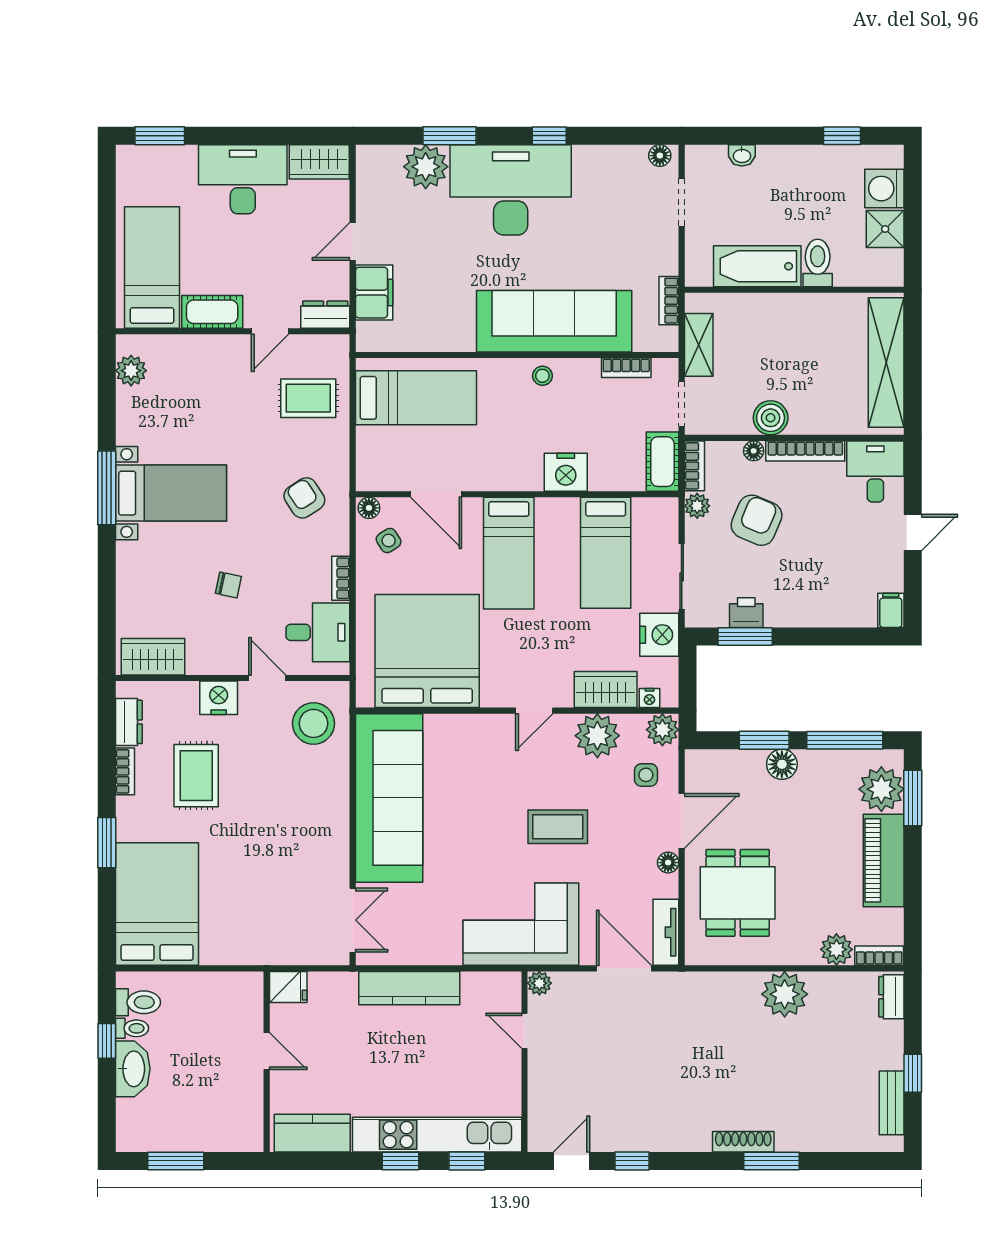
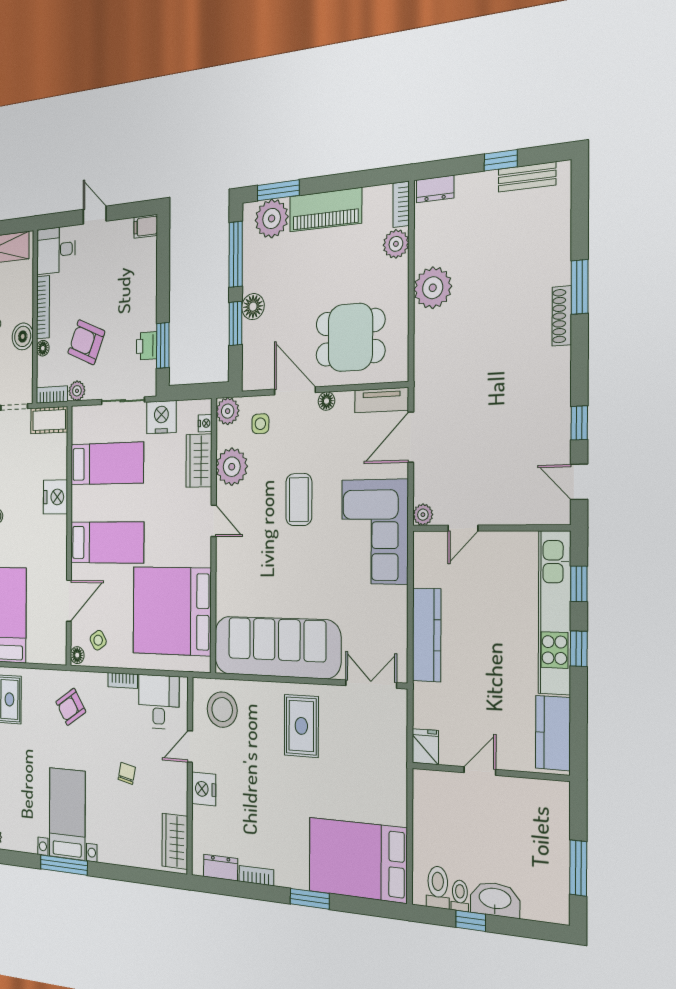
rug: (196, 776) -> (301, 726), moved, turned 90

